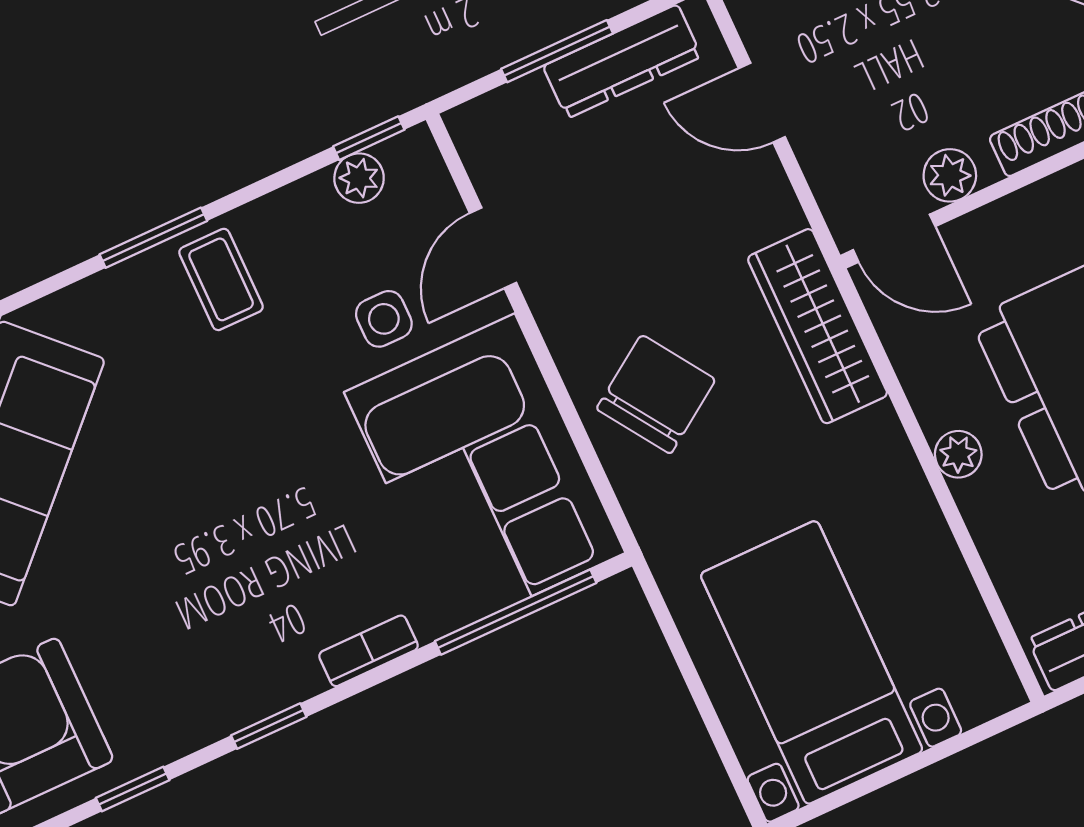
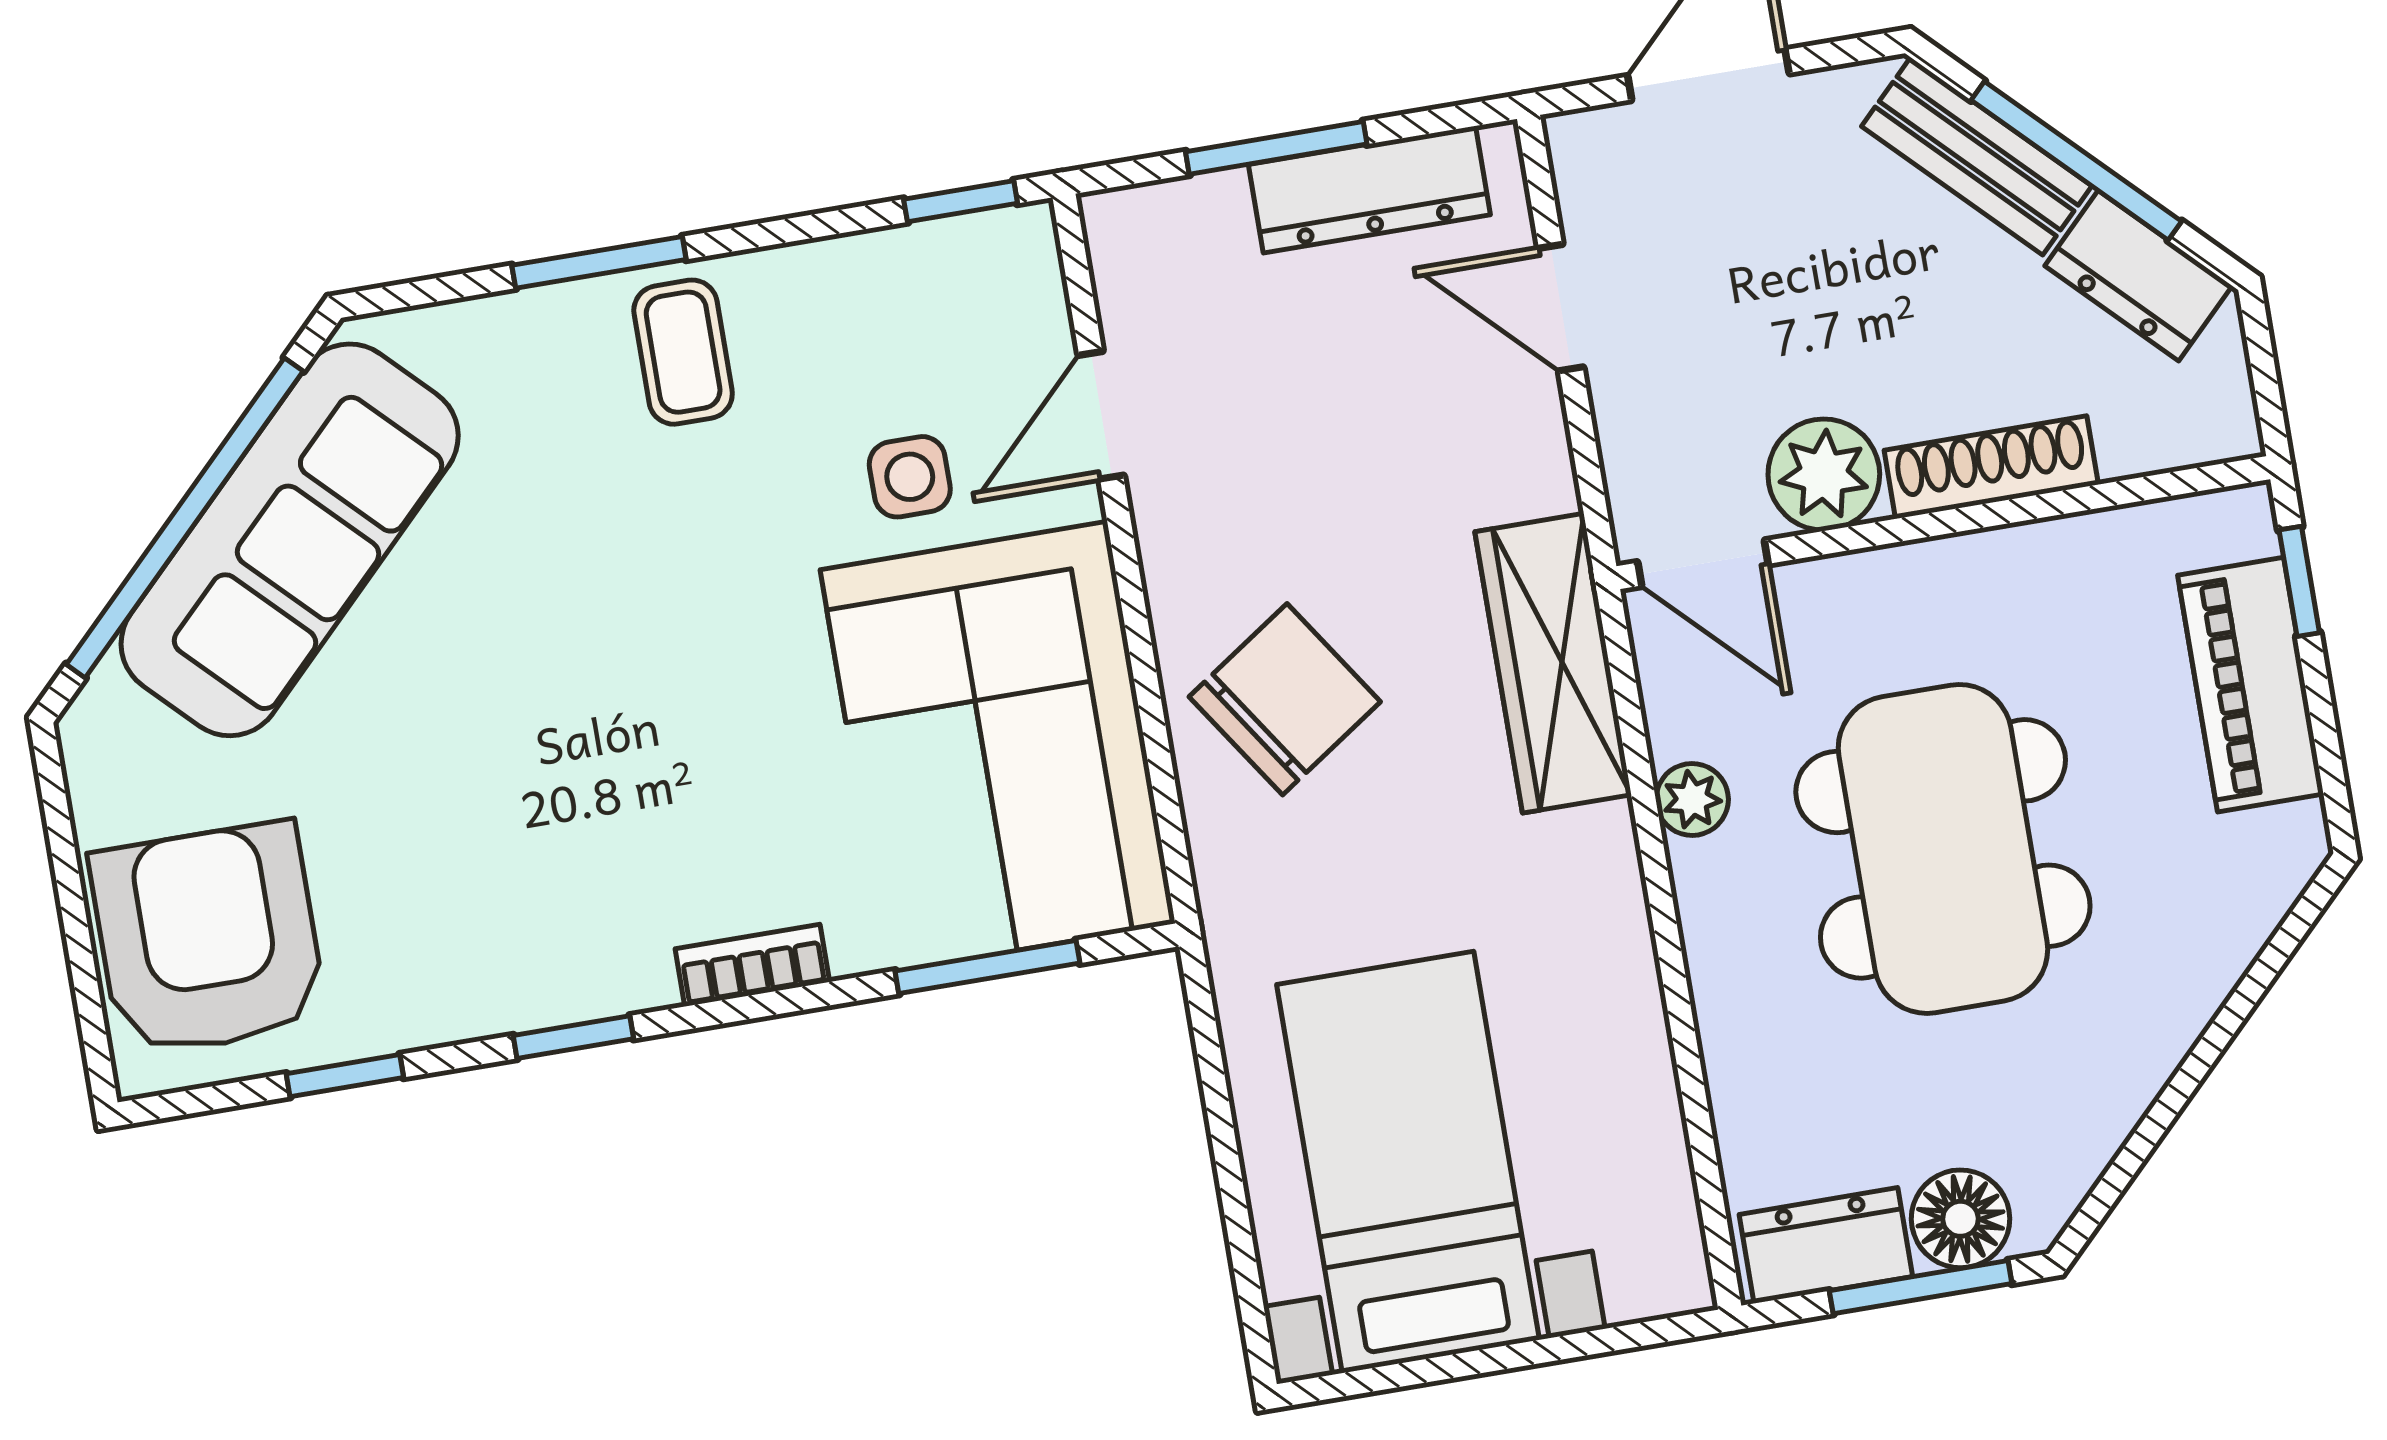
plant: (950, 175) -> (1824, 475), width x1.38, depth x1.38
plant: (359, 178) -> (930, 257), removed
plant: (958, 454) -> (1692, 799), moved
window: (516, 612) -> (987, 967), width x0.69

